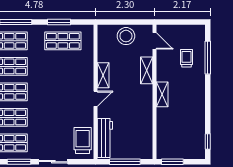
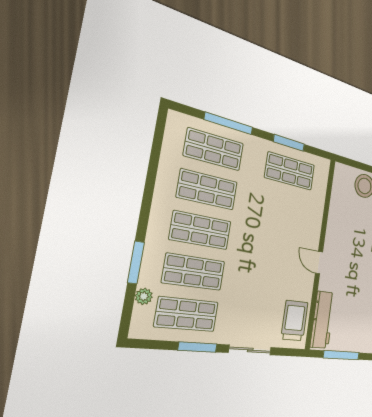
shelving: (103, 75) -> (332, 232), removed
door: (96, 99) -> (319, 263), swing flipped

